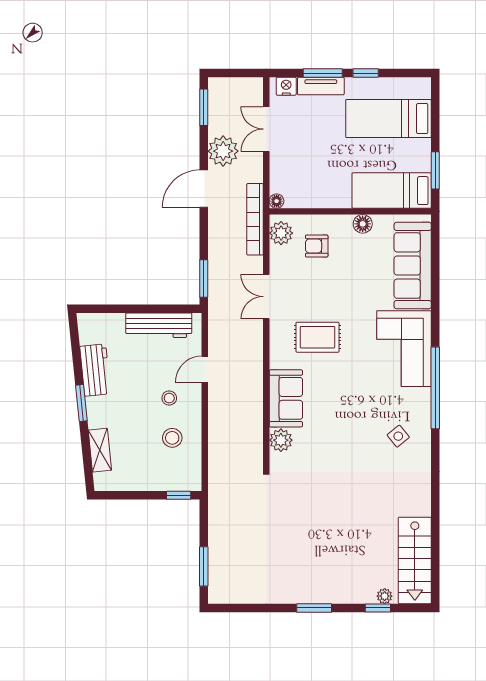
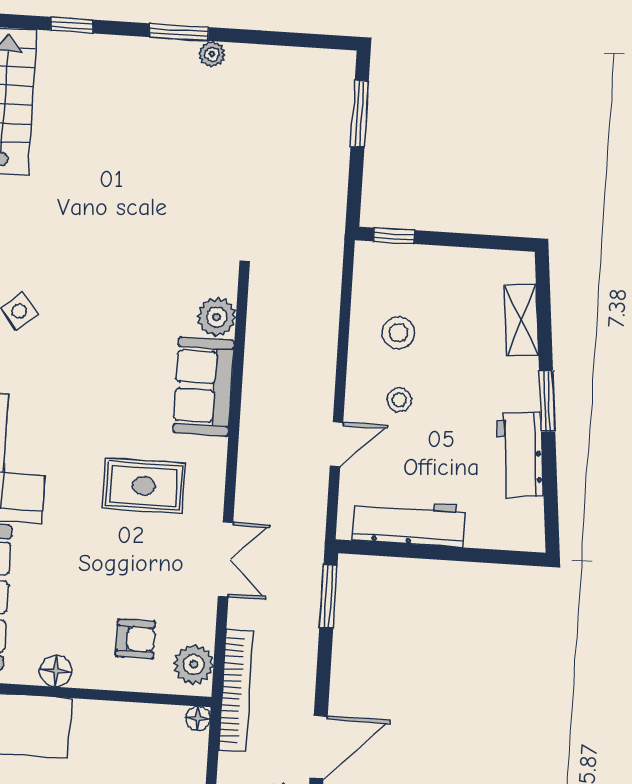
plant: (385, 596) -> (212, 54), moved

